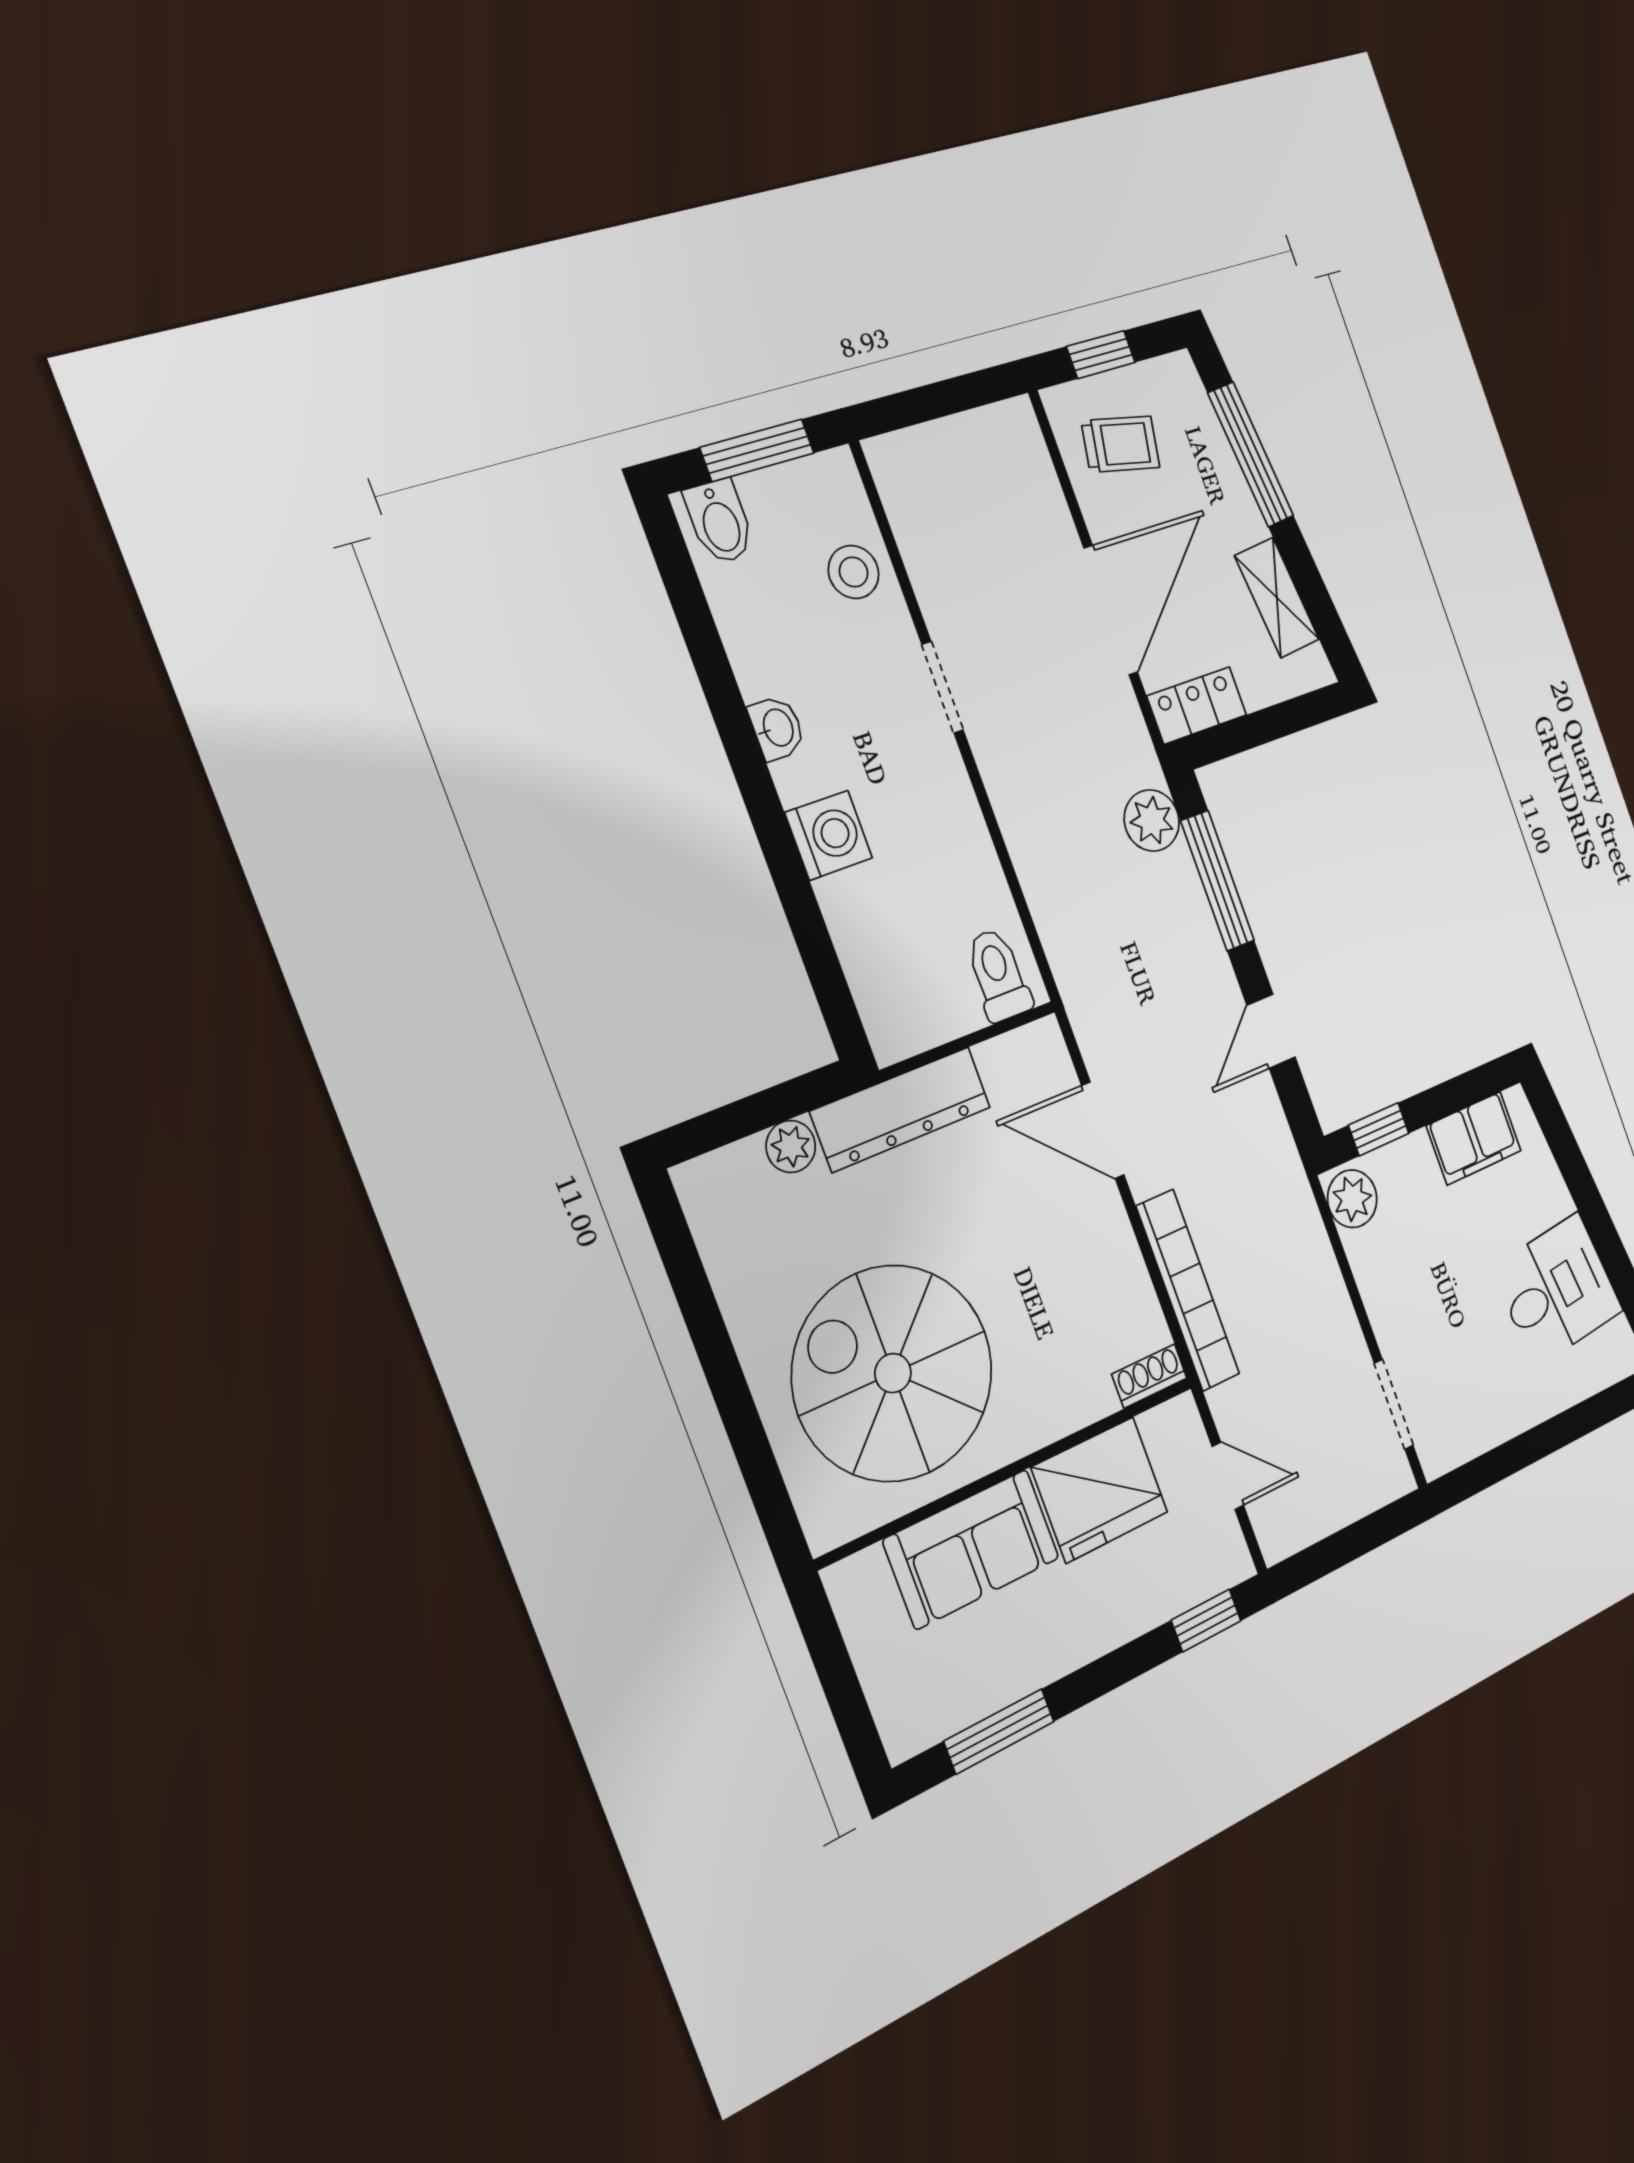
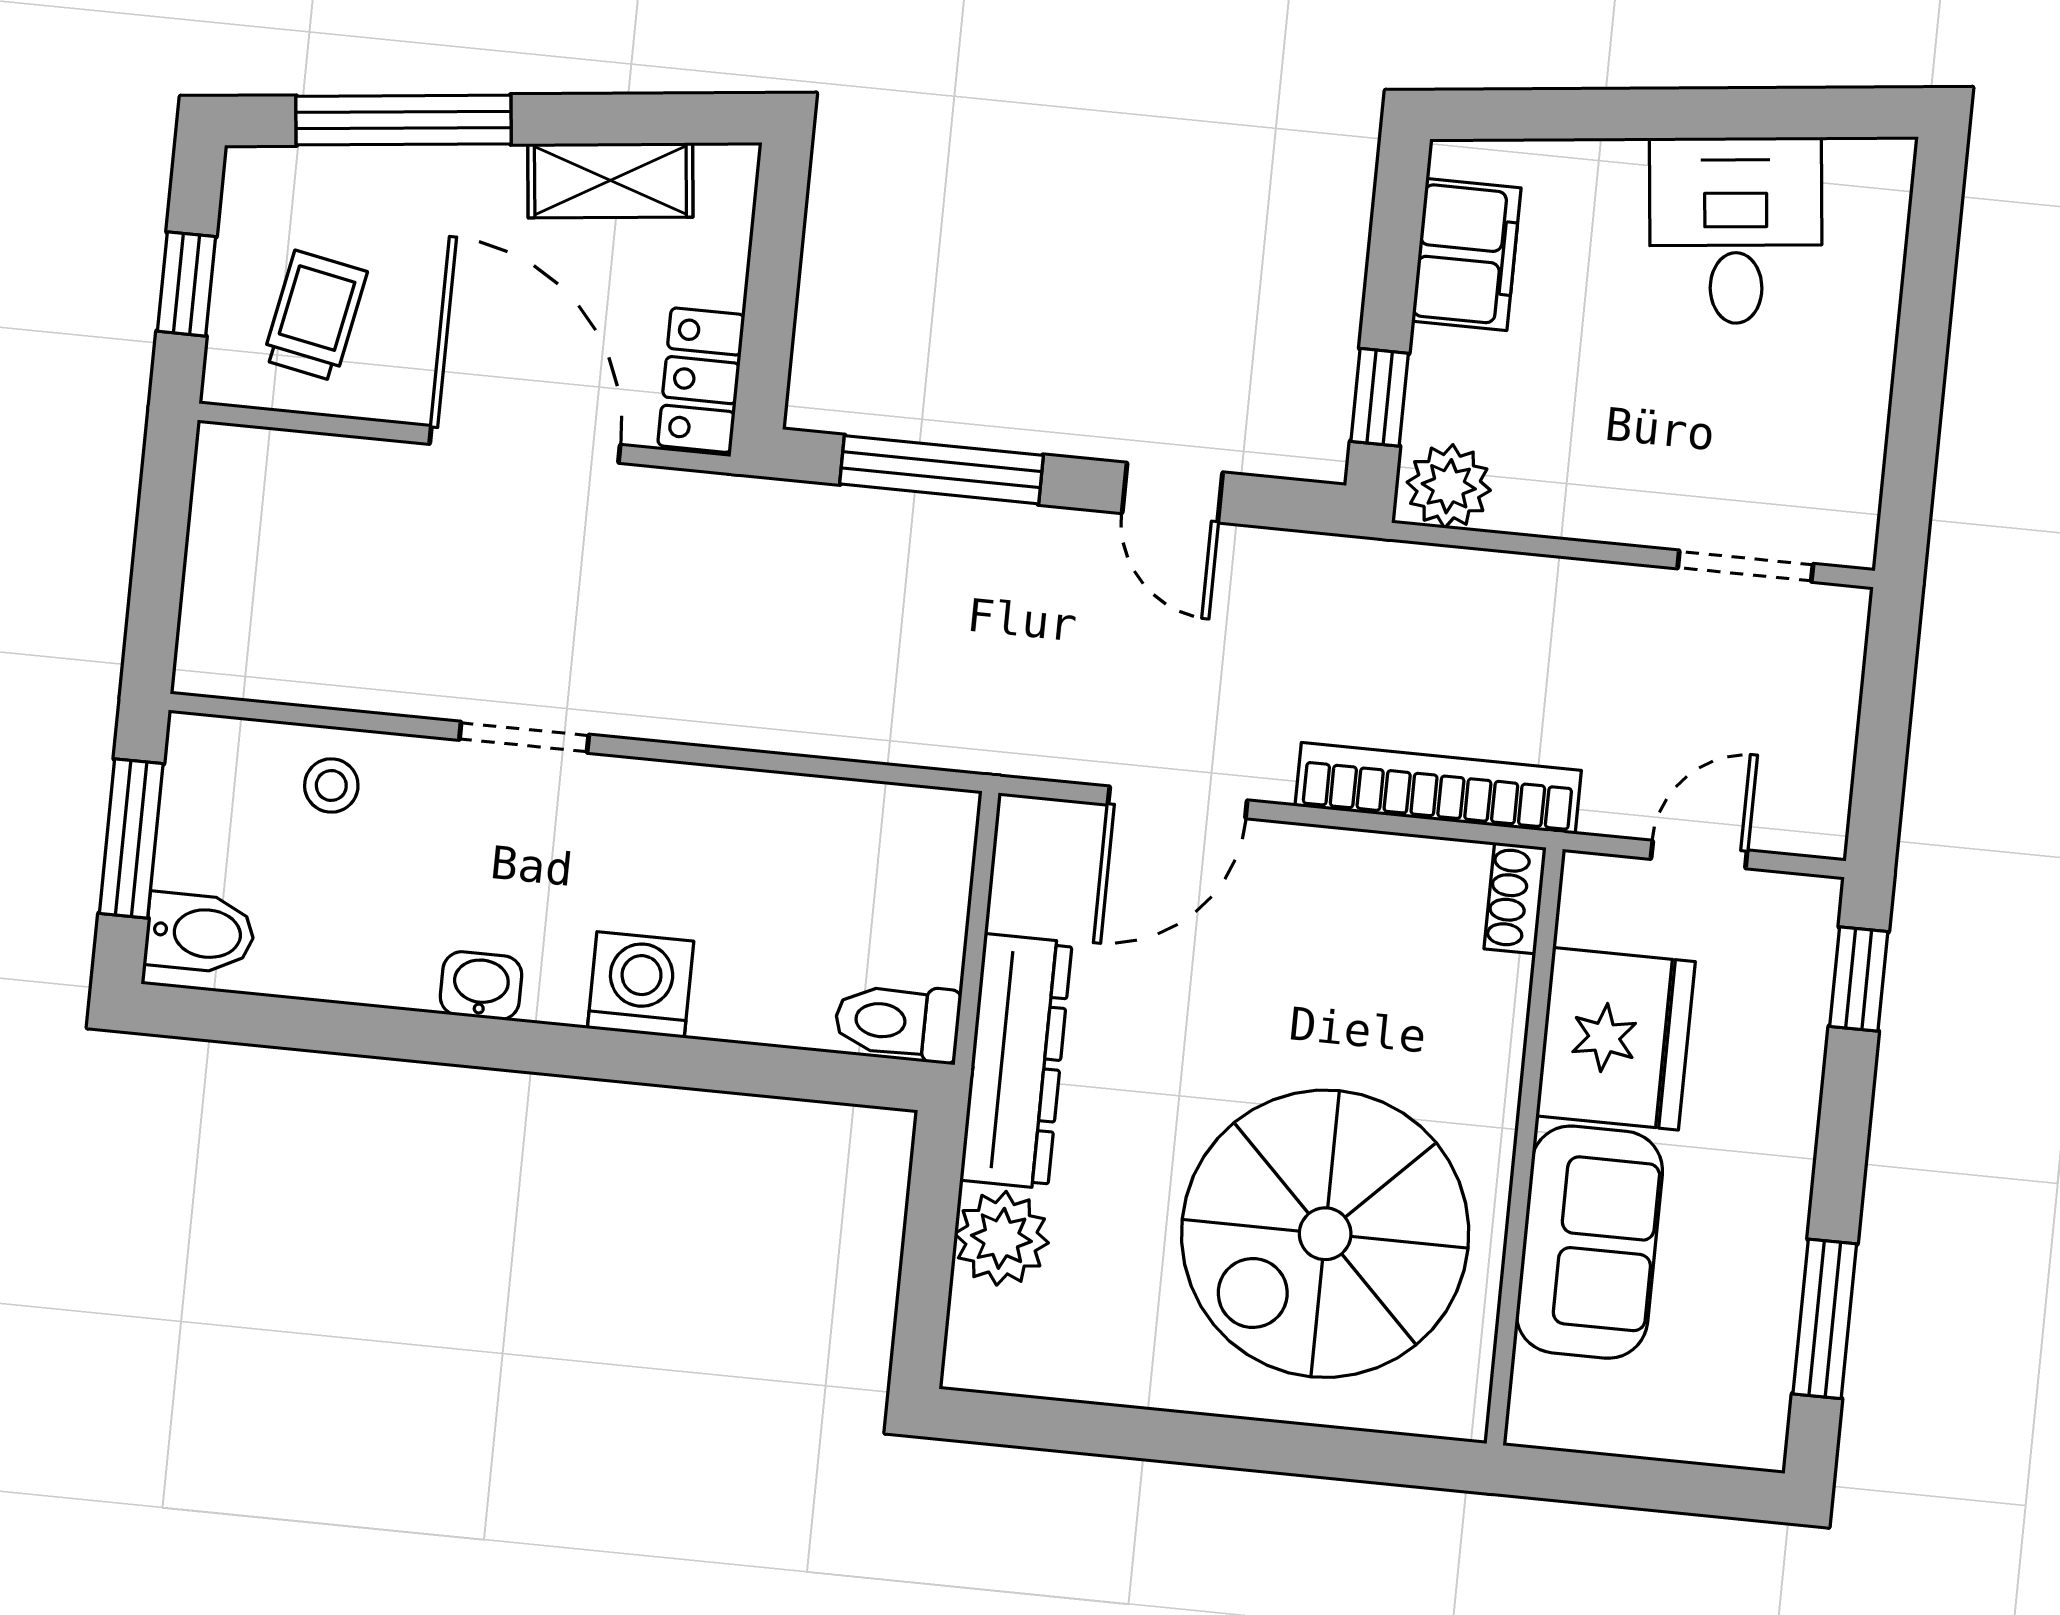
stool: (854, 572) -> (331, 785), width x0.73, depth x0.73
plant: (1152, 820) -> (821, 526), removed
toilet: (998, 975) -> (898, 1022), moved
plant: (791, 1146) -> (1001, 1238), width x1.38, depth x1.38

